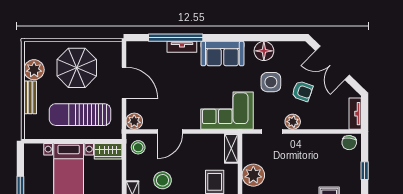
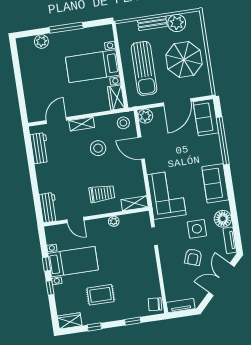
tv unit: (182, 47) -> (230, 240), moved
sofa: (146, 53) -> (206, 117), added
sun lounger: (80, 115) -> (144, 68), turned 180
plant: (293, 122) -> (166, 253), removed
plant: (253, 175) -> (114, 221), width x0.53, depth x0.53

